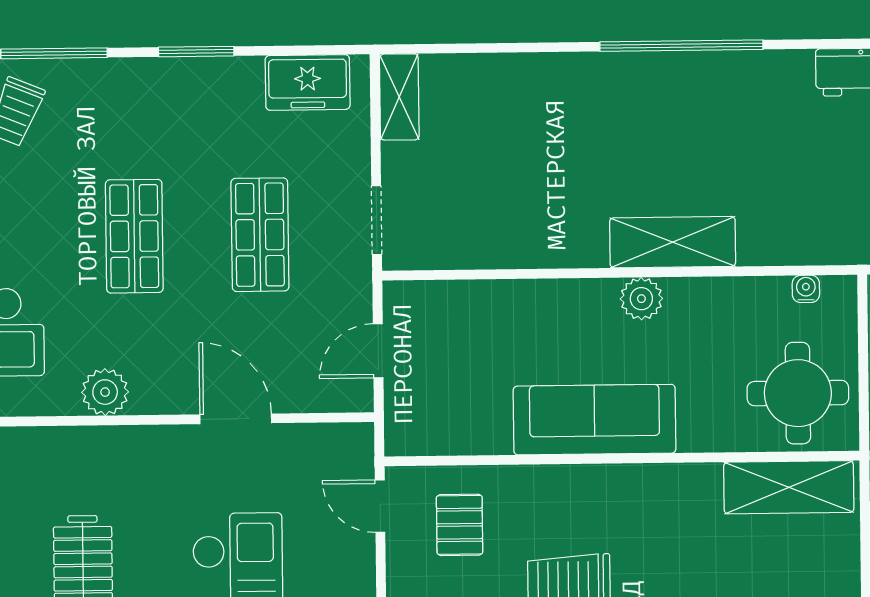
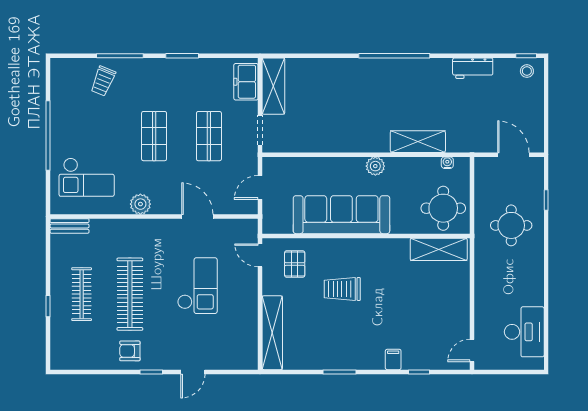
freezer: (308, 82) -> (246, 82), moved, turned 90
shelving: (399, 97) -> (273, 86), width x1.50, depth x1.33
shelving: (673, 242) -> (418, 142), moved
sofa: (595, 420) -> (341, 215), width x1.36, depth x1.27

